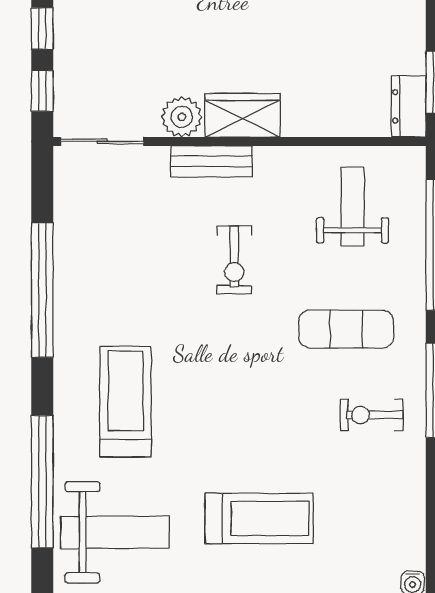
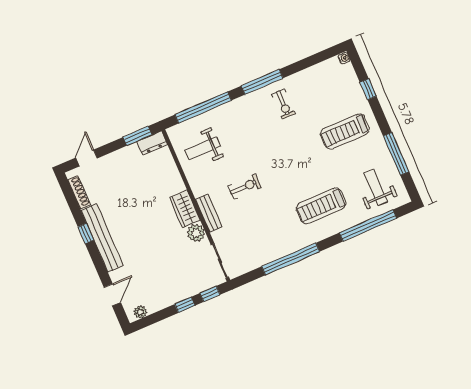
exercise mat: (346, 329) -> (253, 129), removed
treadmill: (259, 518) -> (345, 131), turned -90
weight bench: (115, 532) -> (376, 187), width x0.73, depth x0.75

